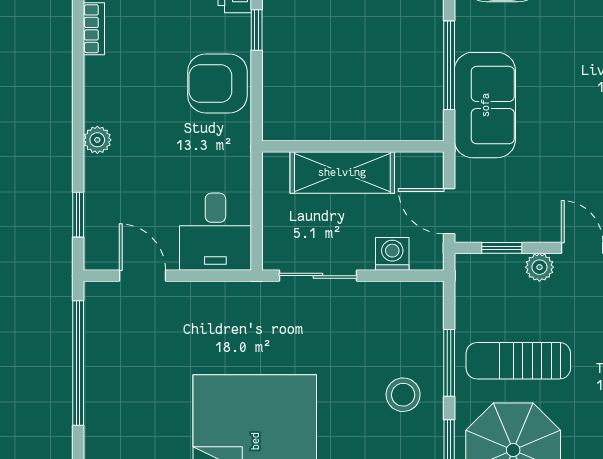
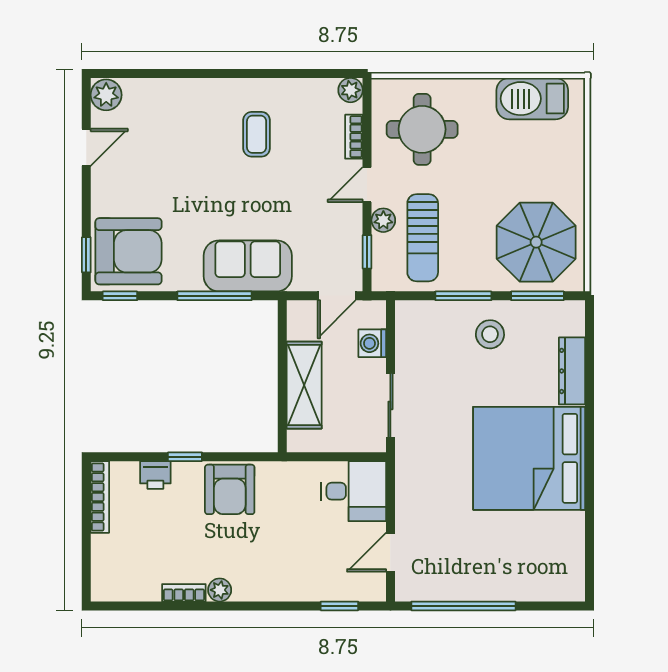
plant: (97, 140) -> (220, 590), moved
sun lounger: (518, 361) -> (423, 238), moved

